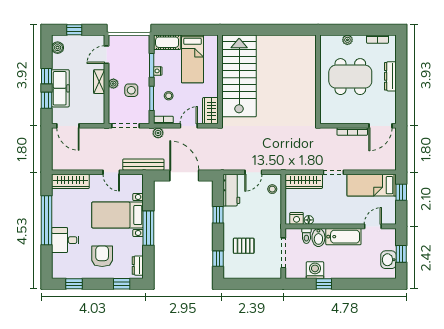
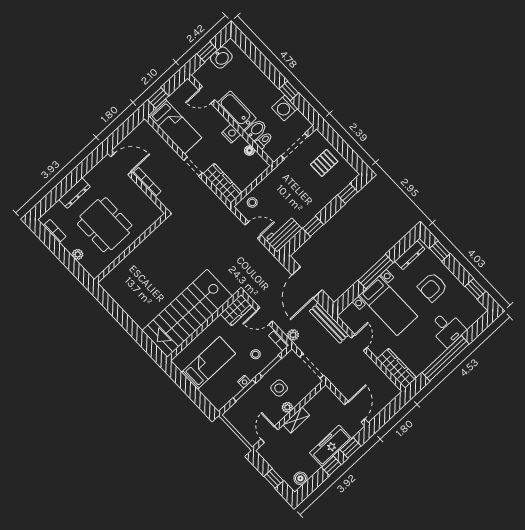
cot: (167, 42) -> (214, 396), removed
door: (106, 55) -> (269, 434), swing flipped
nightstand: (297, 218) -> (231, 134), moved
pallet: (244, 246) -> (324, 163), moved, turned 90
dresser: (138, 266) -> (410, 255), width x1.44

